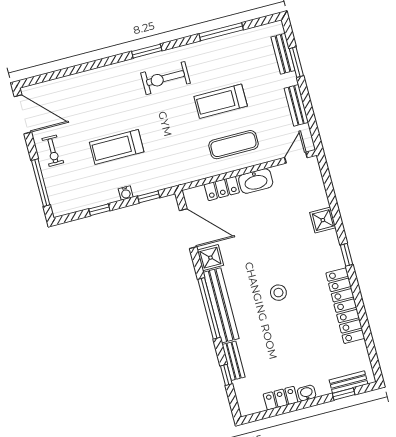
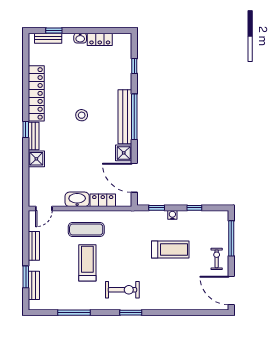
treadmill: (221, 101) -> (87, 263), turned -90
bench: (234, 361) -> (34, 136), moved

